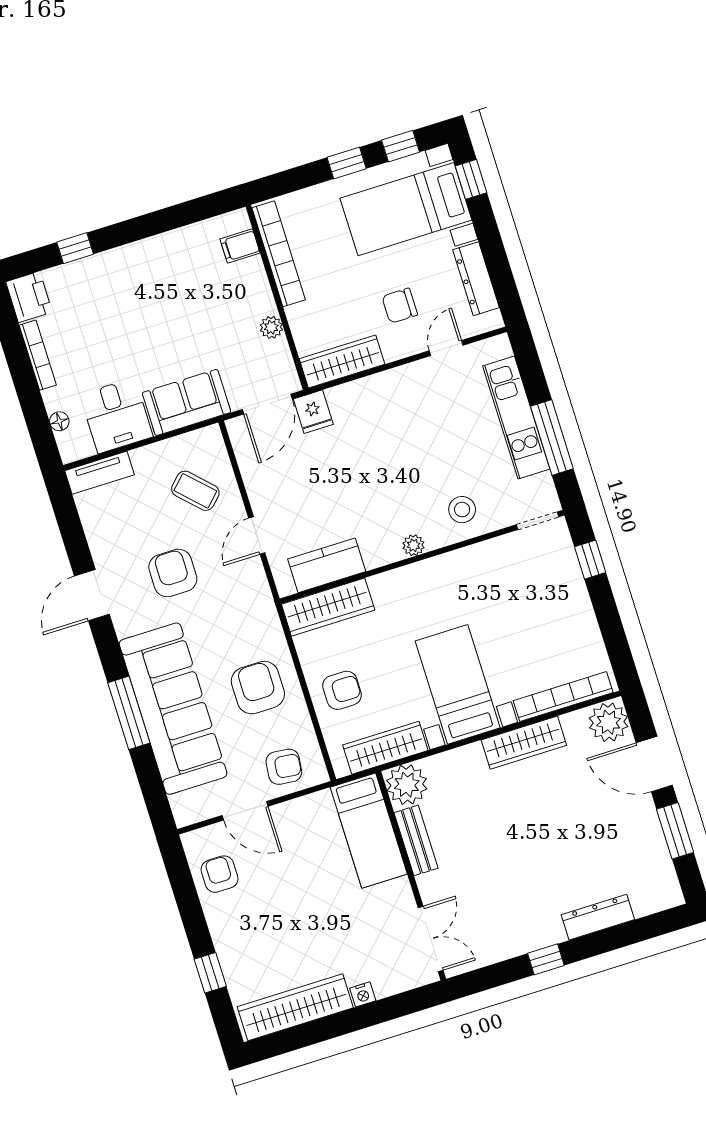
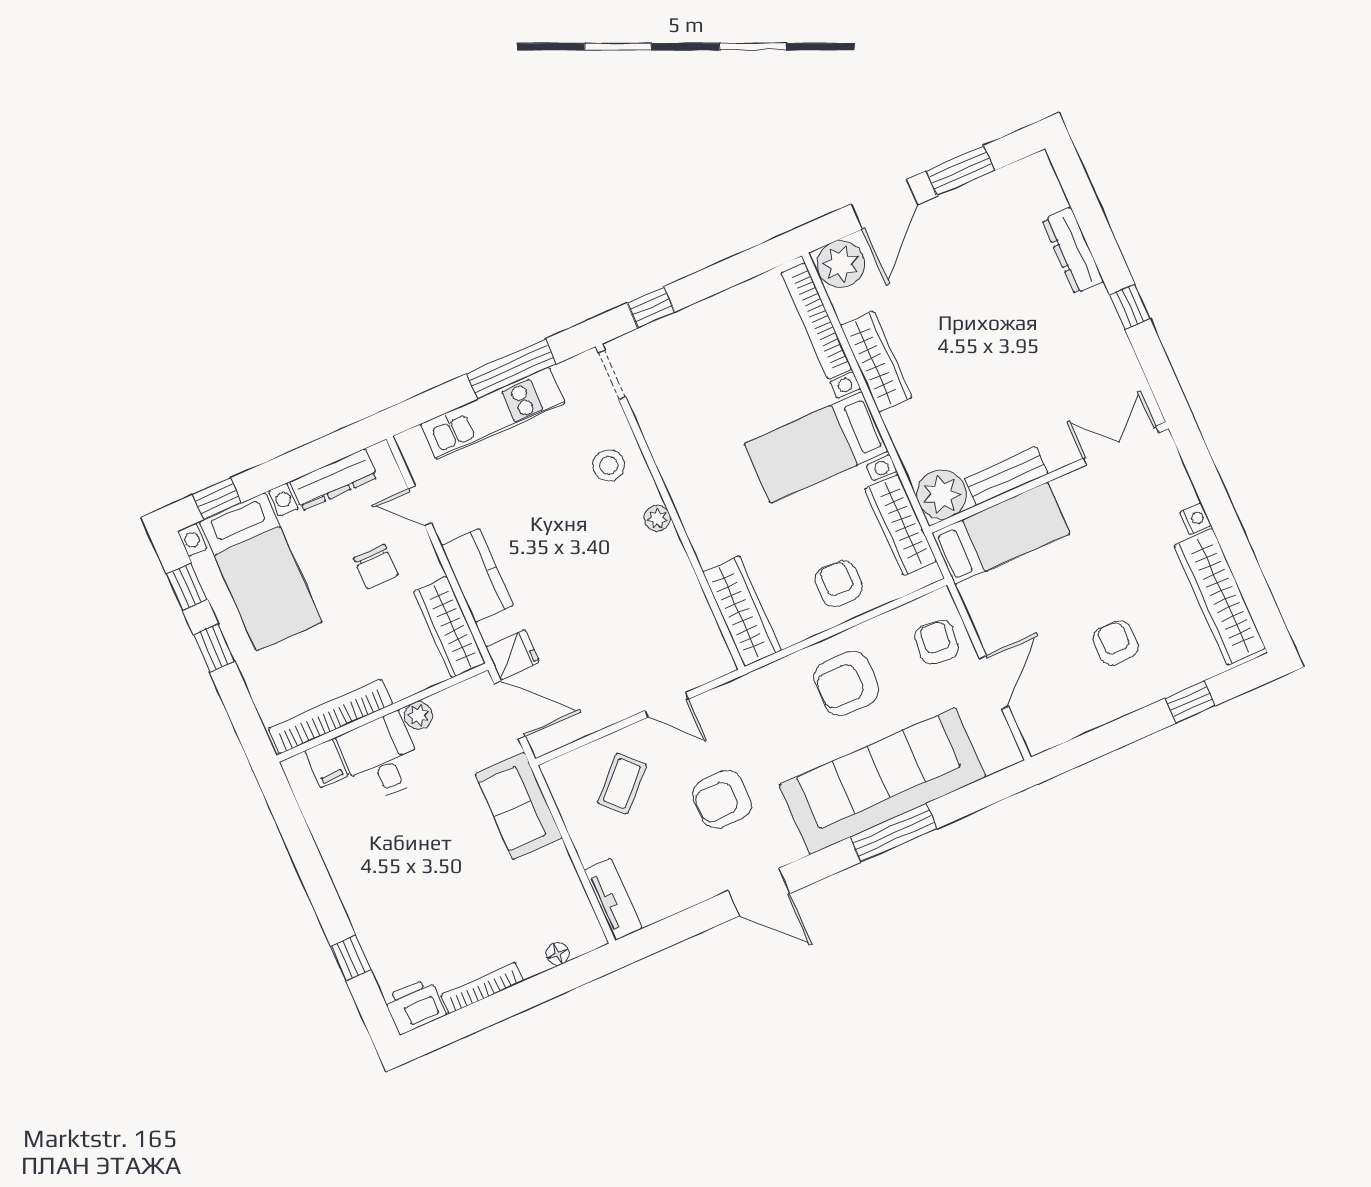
desk: (116, 416) -> (381, 757), moved, turned -90
kitchen counter: (327, 565) -> (477, 576), moved, turned 180
armchair: (220, 874) -> (1115, 643), moved, turned 90

